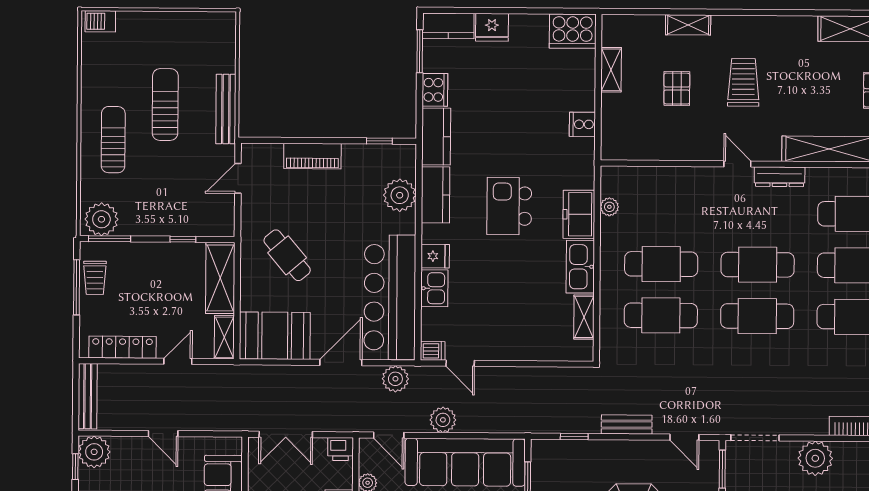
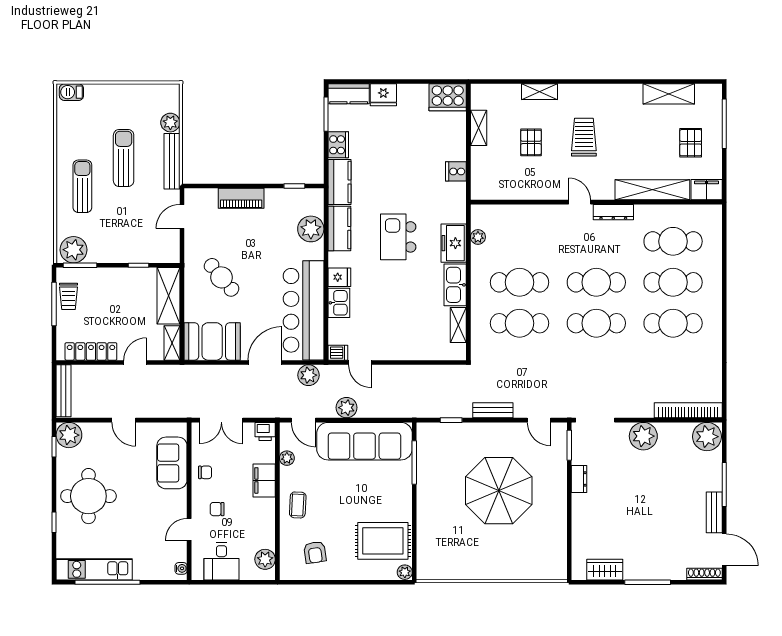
plant: (224, 60) -> (170, 123), added

